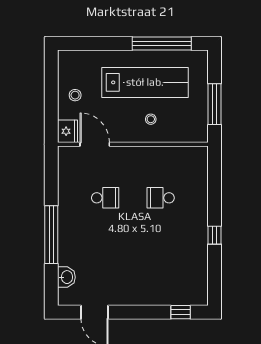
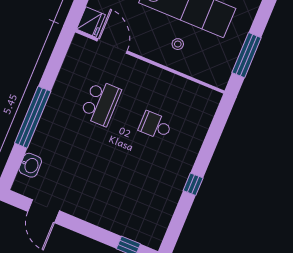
school desk: (105, 198) -> (101, 103), width x1.85

